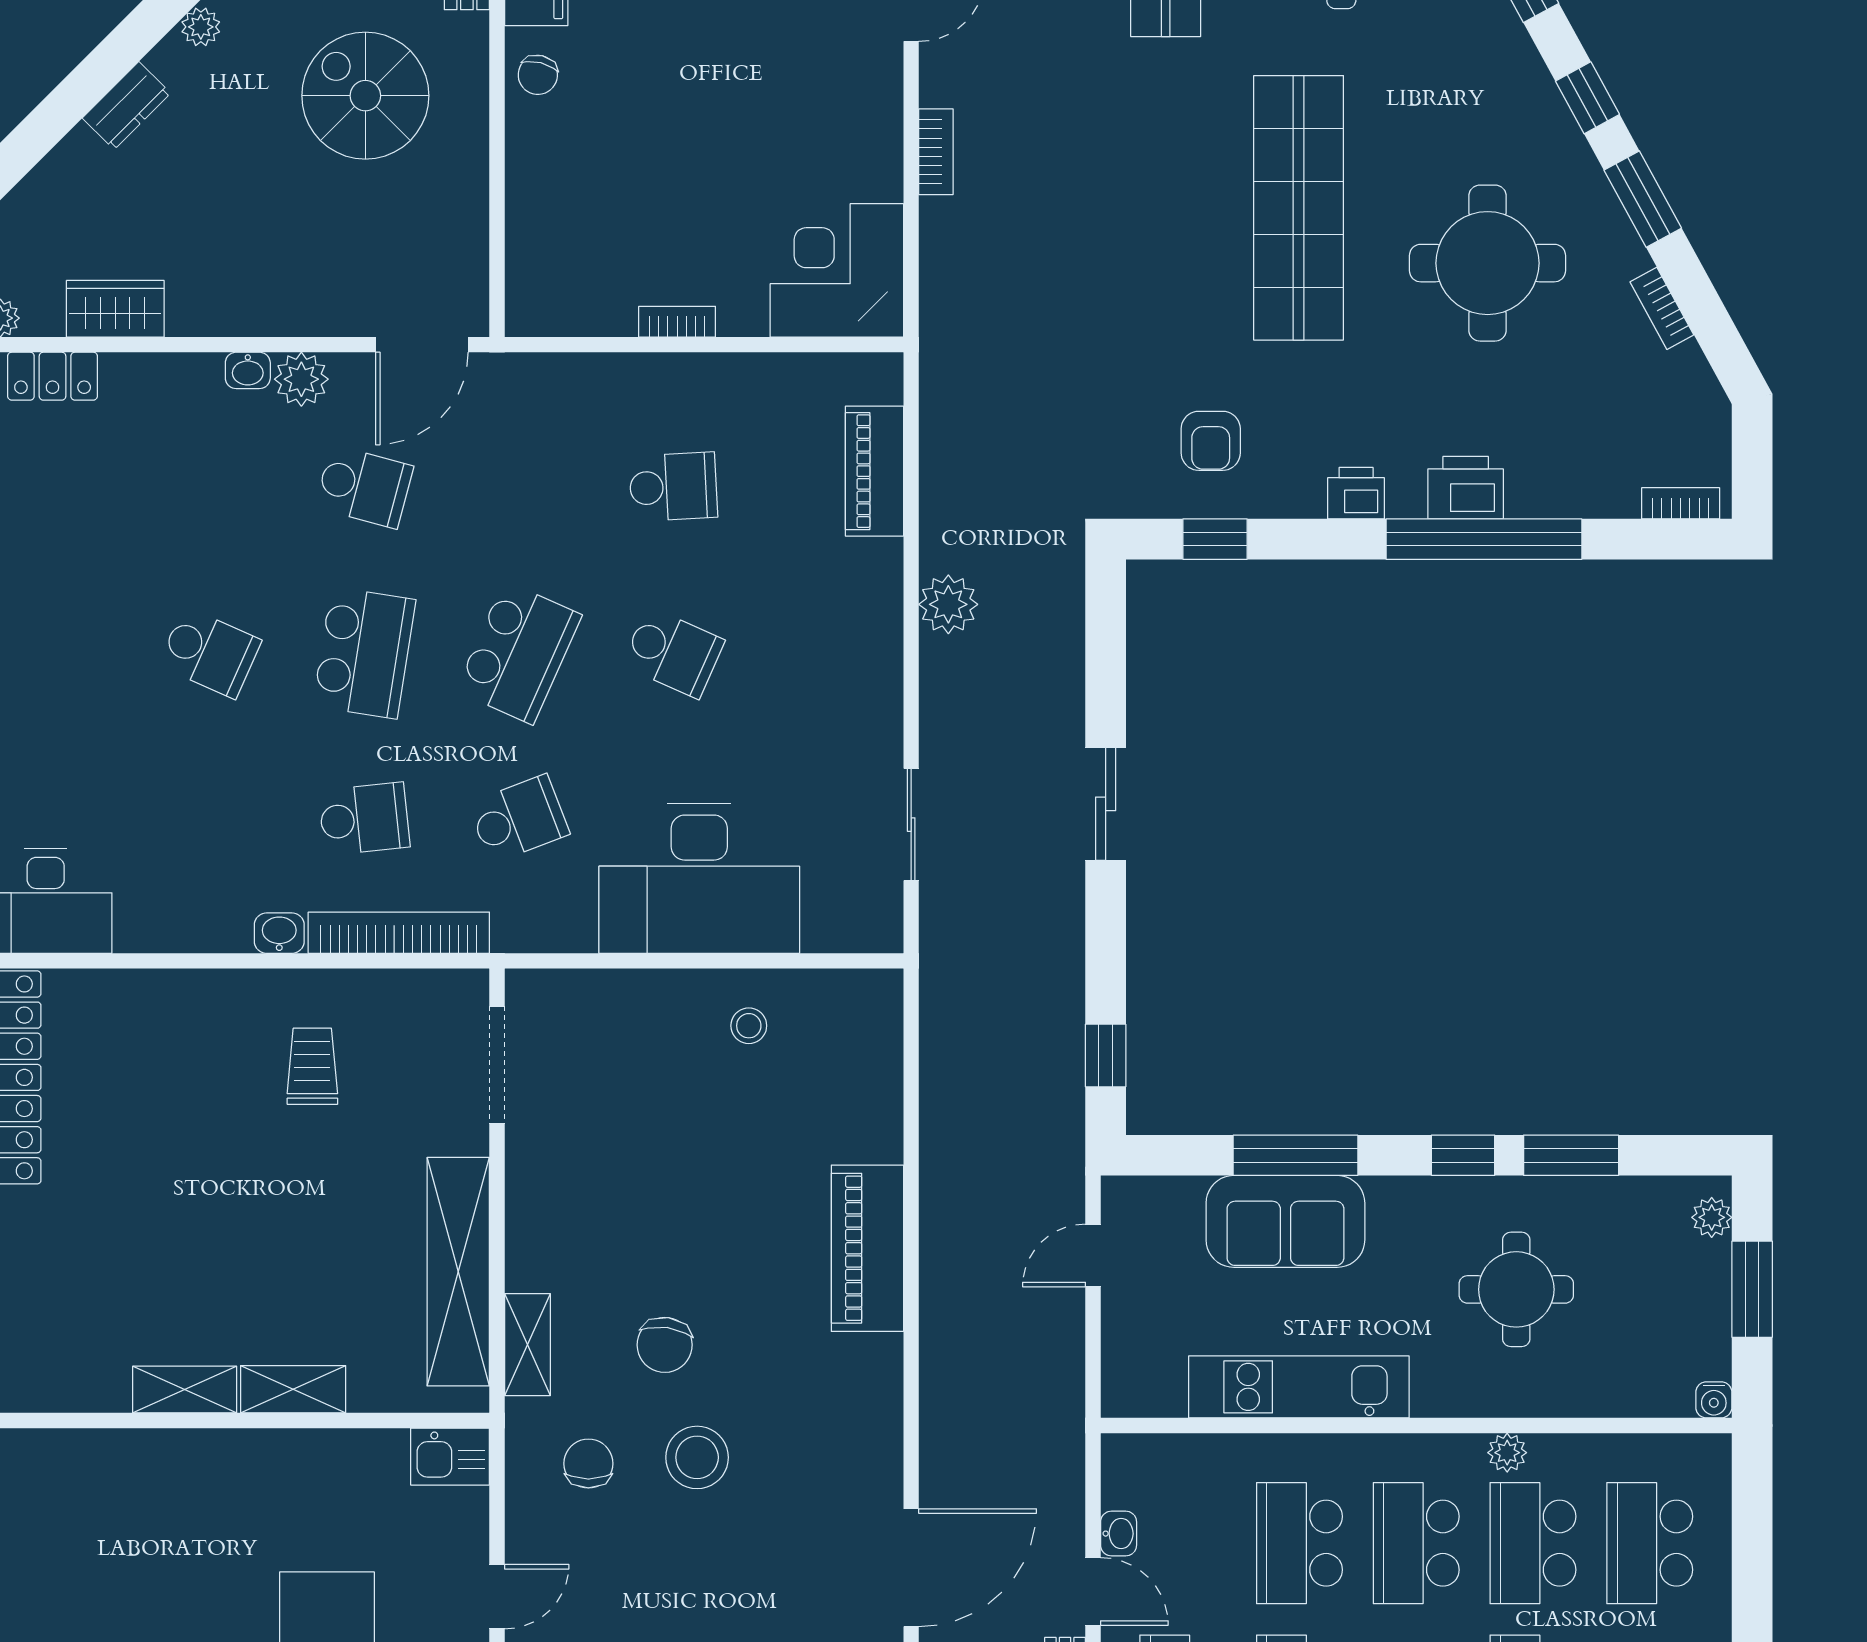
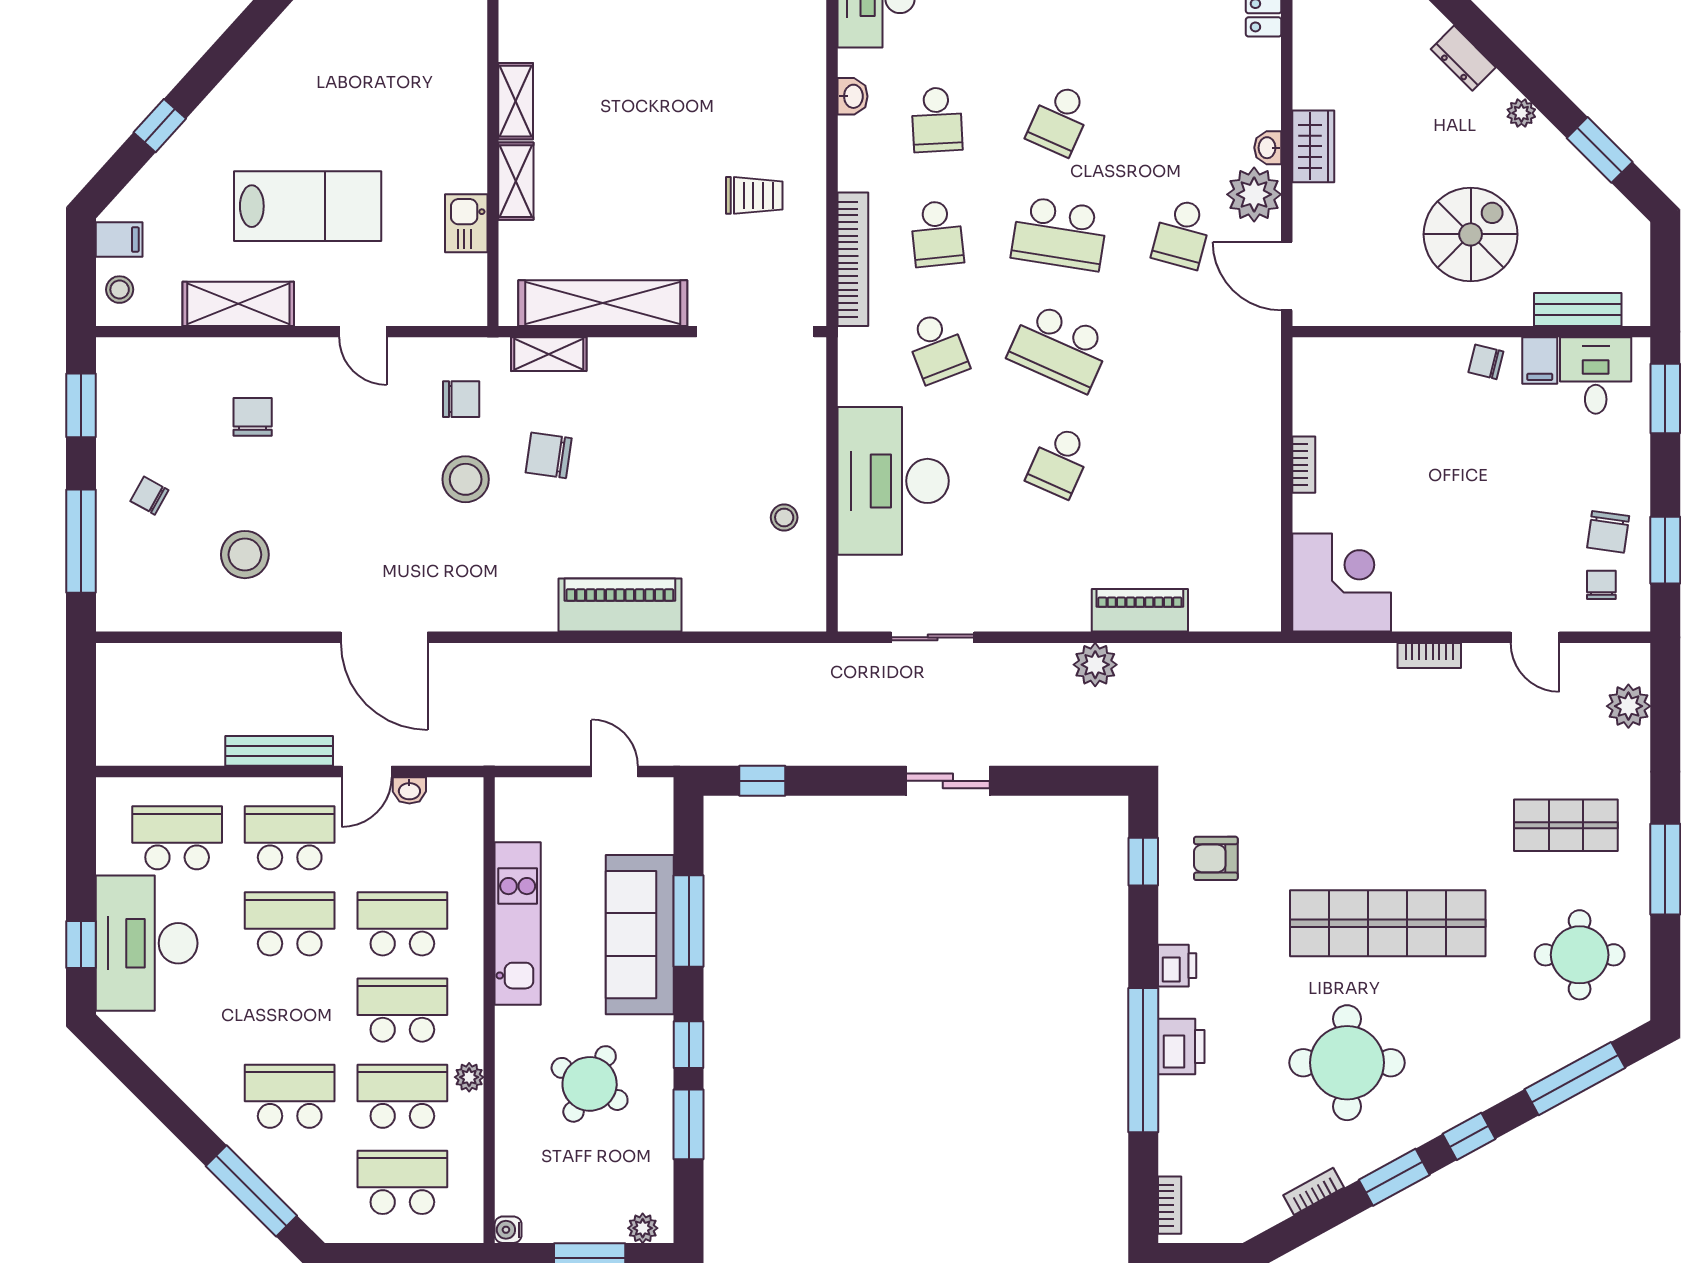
wardrobe: (115, 309) -> (1313, 146), moved
plant: (301, 379) -> (1254, 194), width x1.36, depth x1.36
piano: (874, 471) -> (1140, 610), moved
school desk: (673, 487) -> (937, 120), moved
washbasin: (279, 933) -> (853, 96), moved
doorway: (497, 1065) -> (755, 332), width x1.36
sofa: (1285, 1221) -> (640, 935), width x1.36
round table: (1516, 1289) -> (590, 1084), turned 30
kitchen sink: (450, 1457) -> (466, 223), moved

